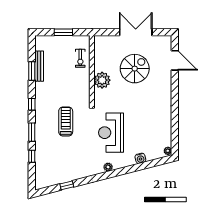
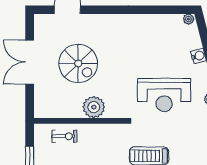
spiral stairs: (135, 69) -> (78, 63), turned 180

